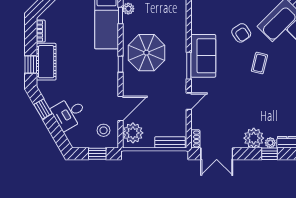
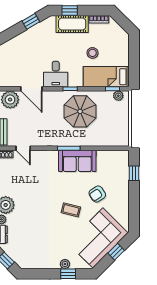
door: (189, 101) -> (23, 148), moved
desk: (69, 113) -> (56, 74), moved, turned -150
stool: (104, 130) -> (92, 53), moved

